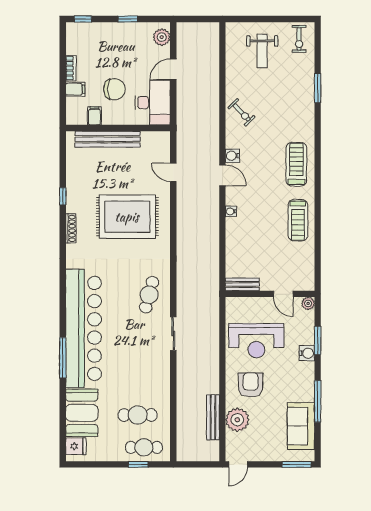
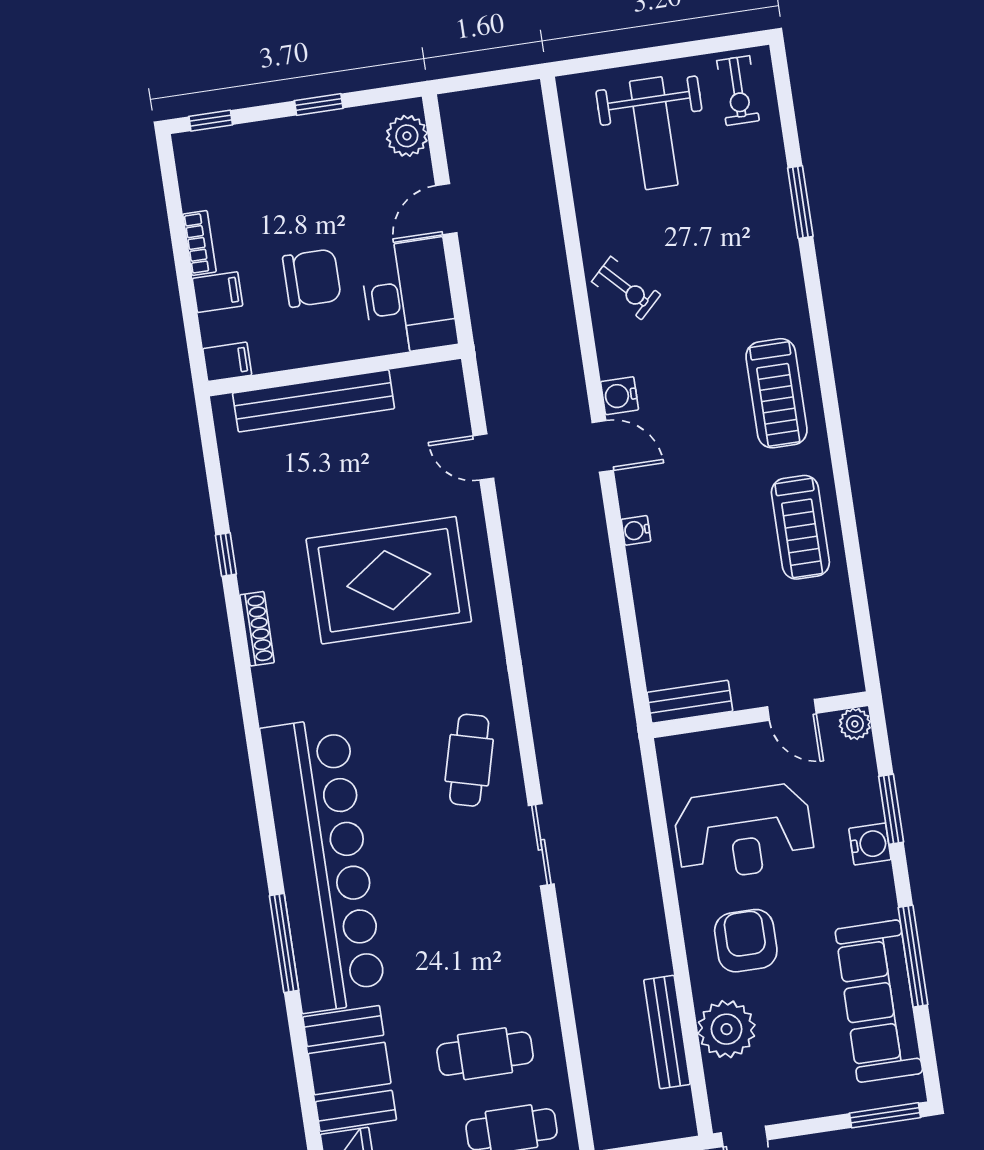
weight bench: (262, 51) -> (654, 133), width x1.36, depth x1.33
filing cabinet: (94, 116) -> (227, 362), moved, turned 90
treadmill: (296, 164) -> (777, 393), turned 180
sofa: (301, 426) -> (879, 1001), width x1.36

